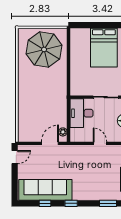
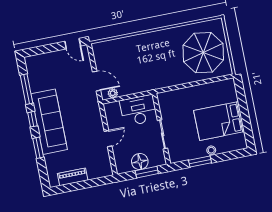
sofa: (45, 190) -> (49, 122), moved
window: (45, 203) -> (26, 89), width x2.17
window: (108, 203) -> (38, 148), moved

